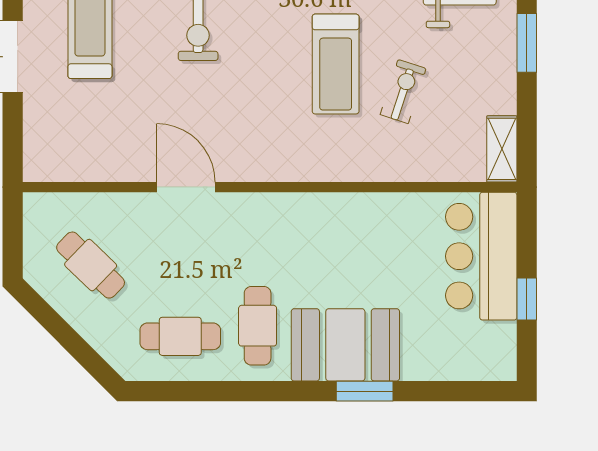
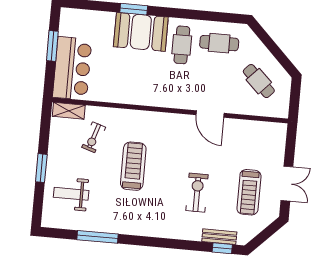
exercise bike: (403, 92) -> (94, 137), moved
shelving: (502, 149) -> (69, 111), moved, turned 90
window: (527, 299) -> (52, 46), width x1.50

